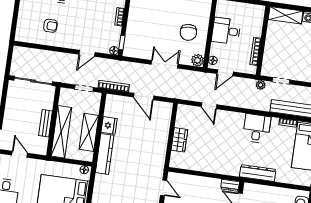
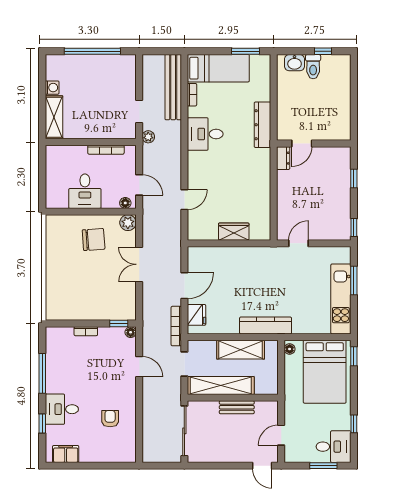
fridge: (109, 125) -> (197, 315), moved, turned 90
shelving: (61, 132) -> (221, 385), moved

